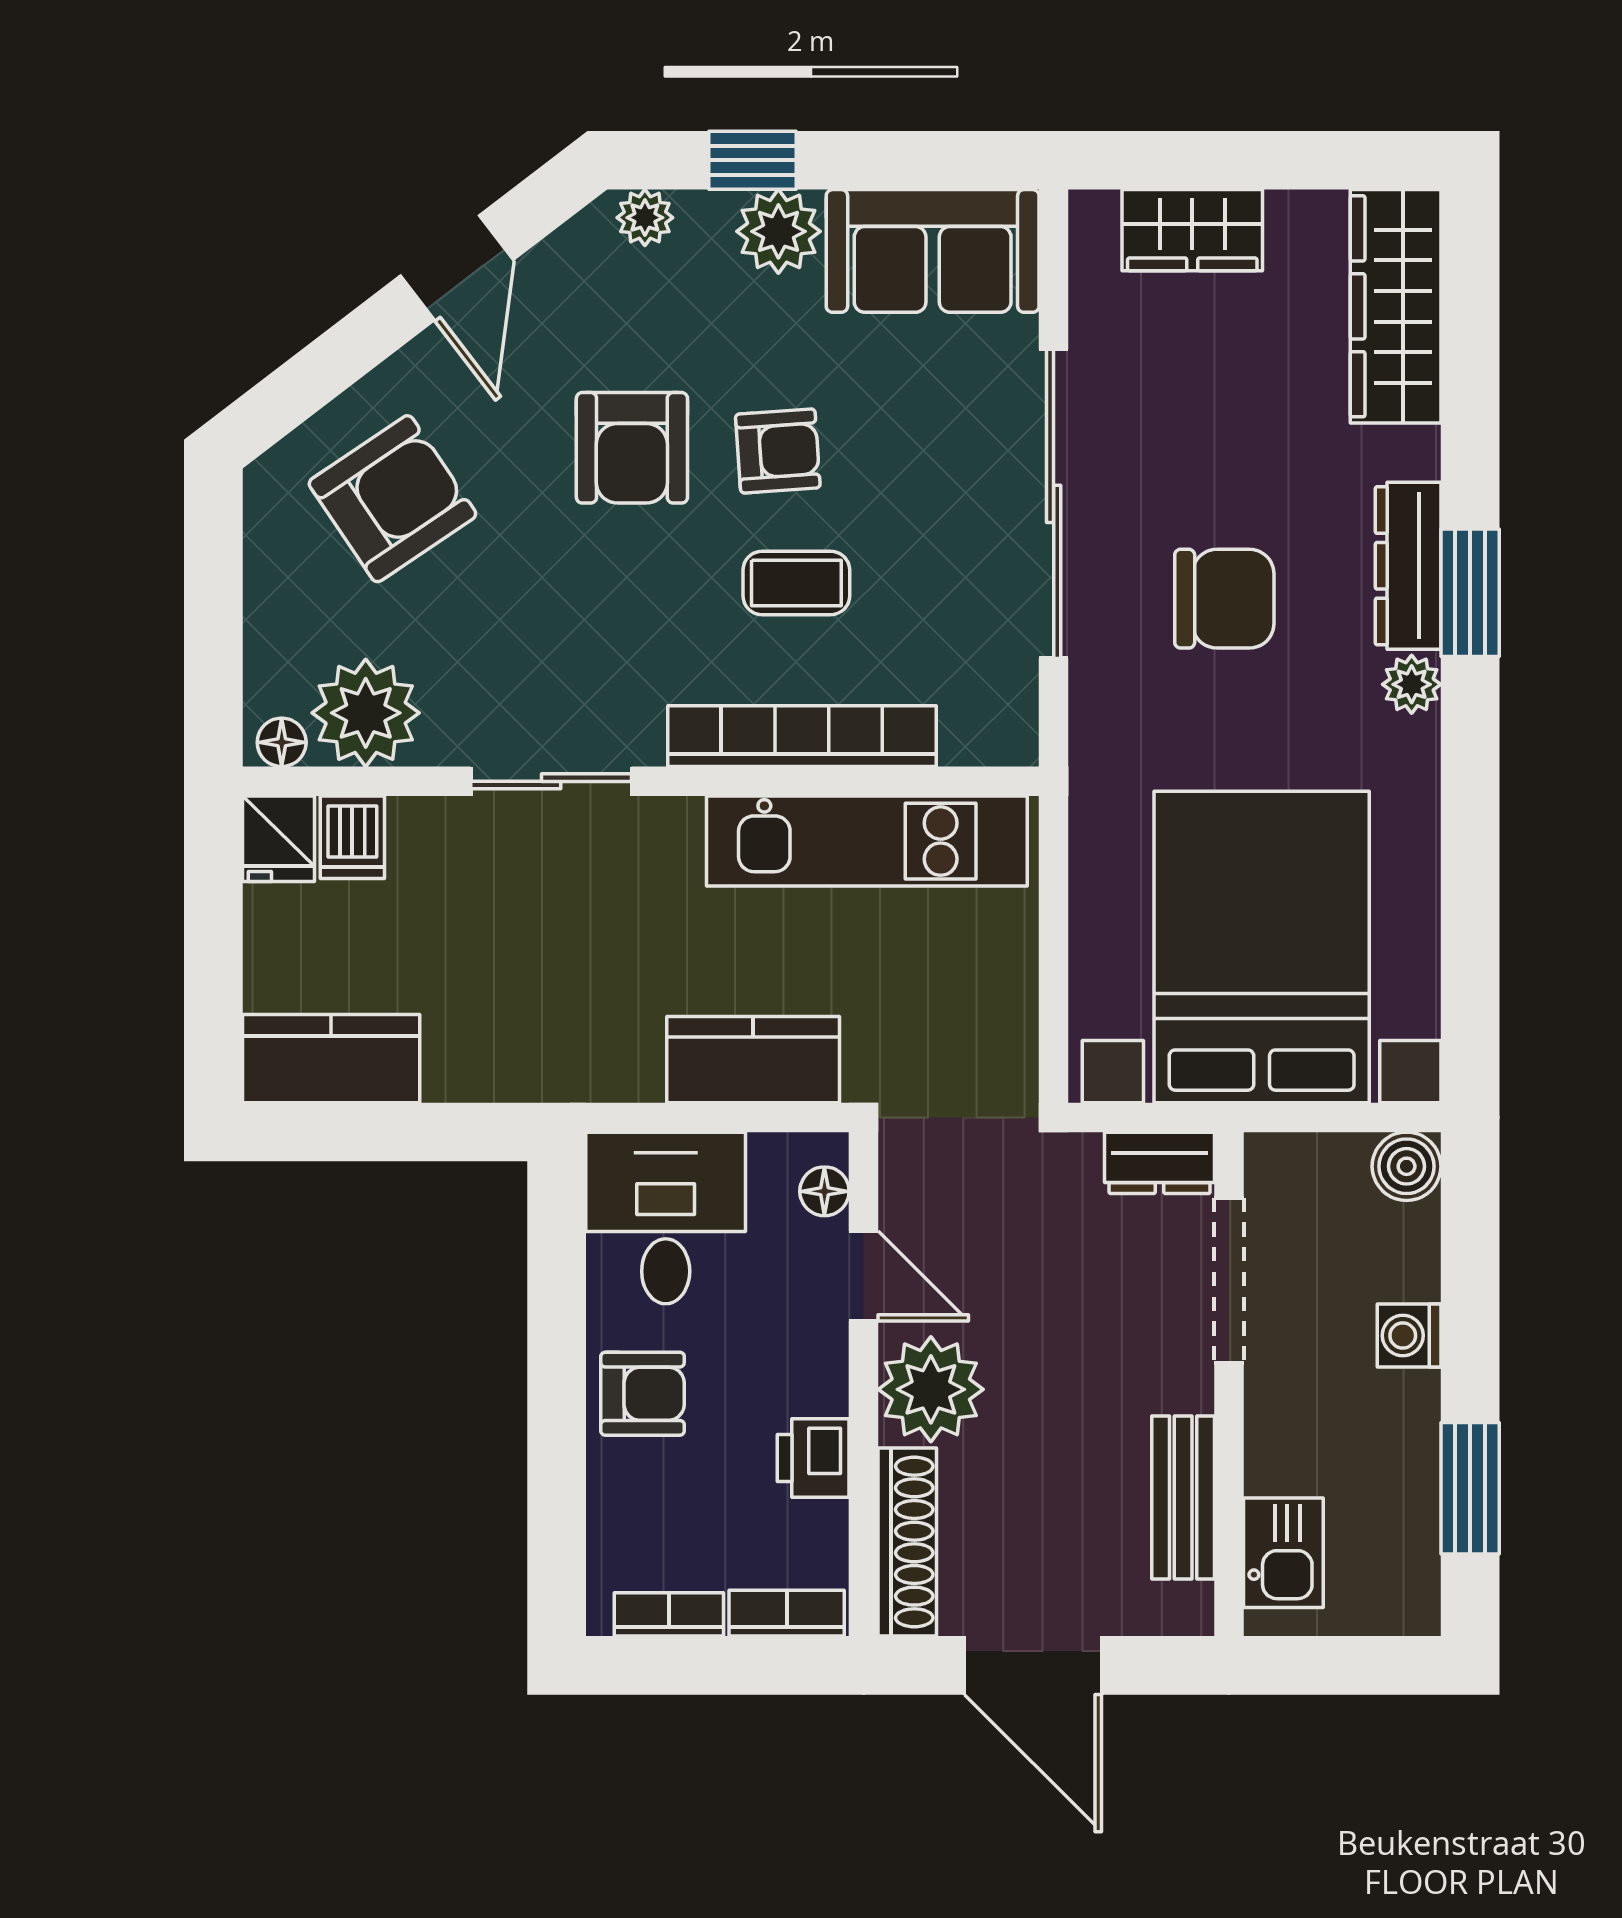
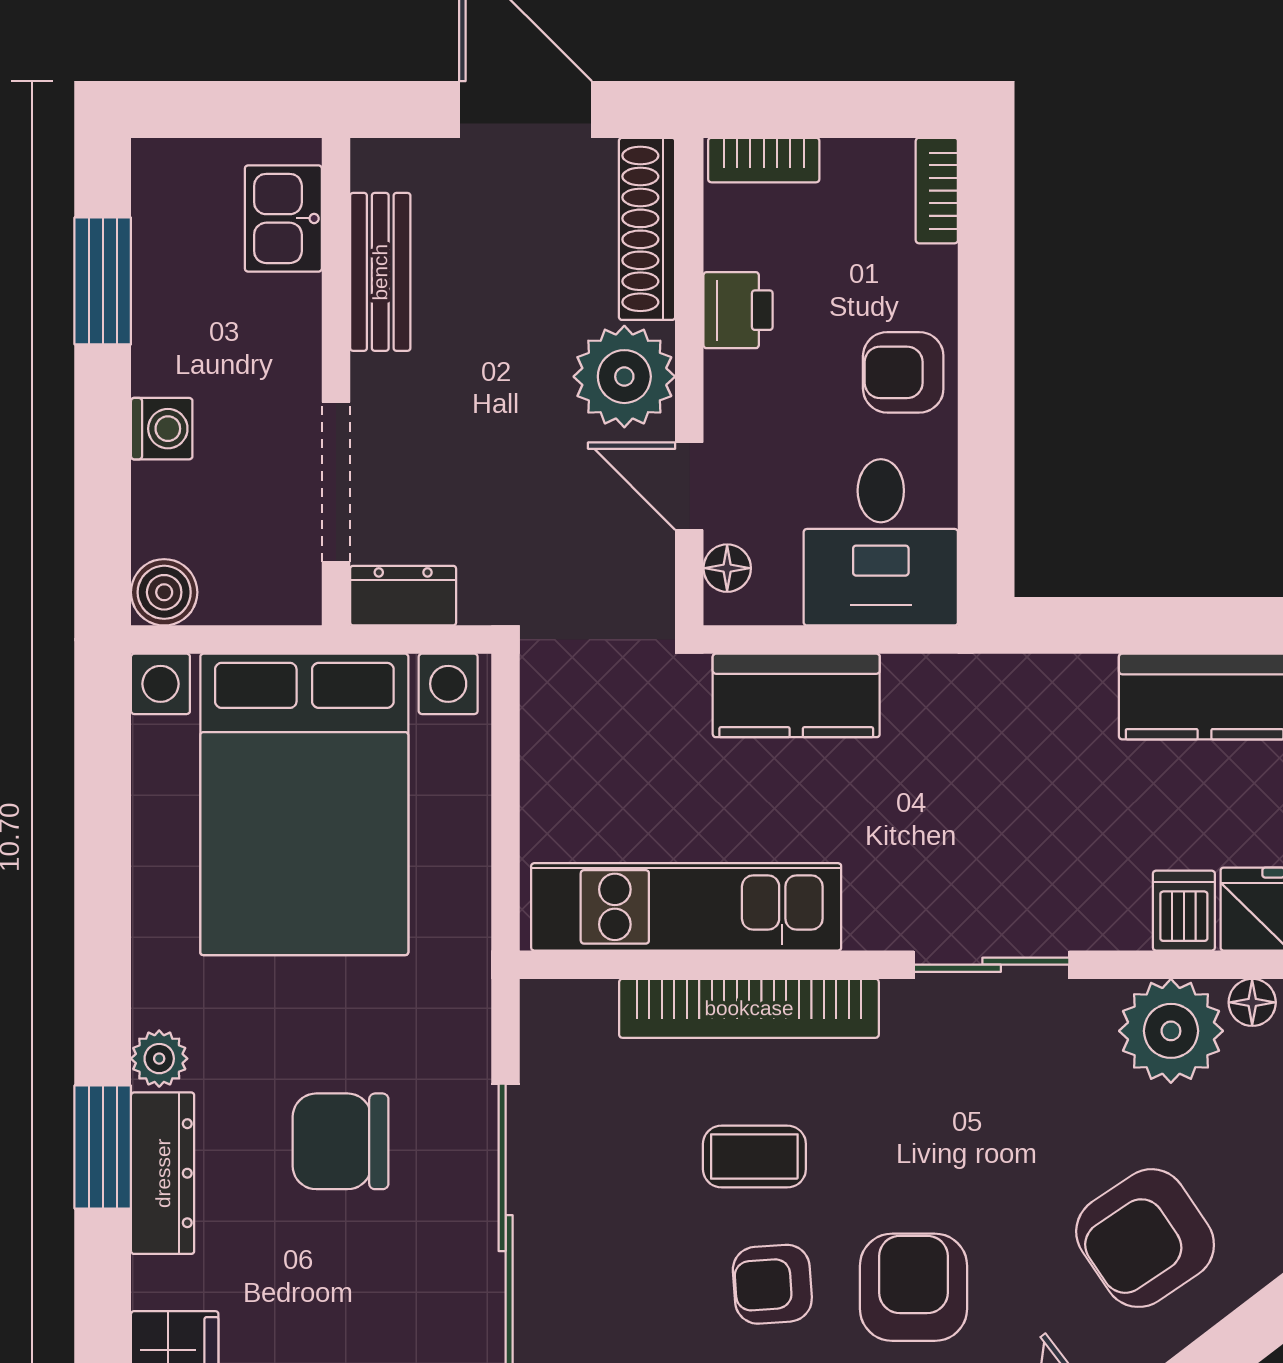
bookcase: (669, 1614) -> (937, 191), moved, turned 90

